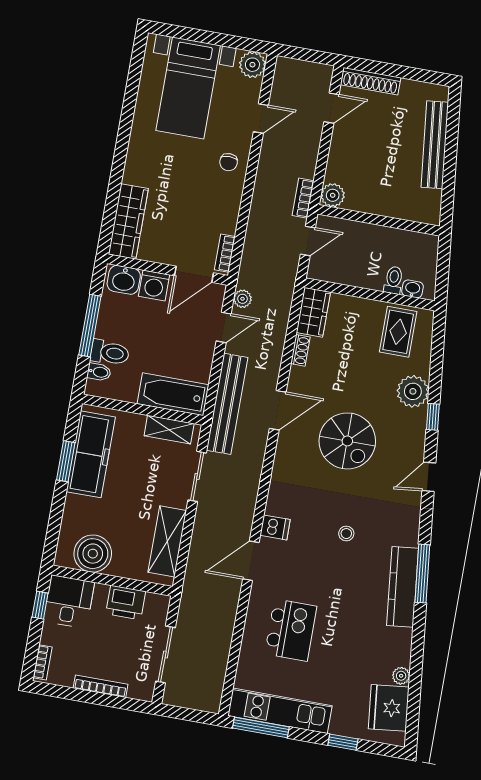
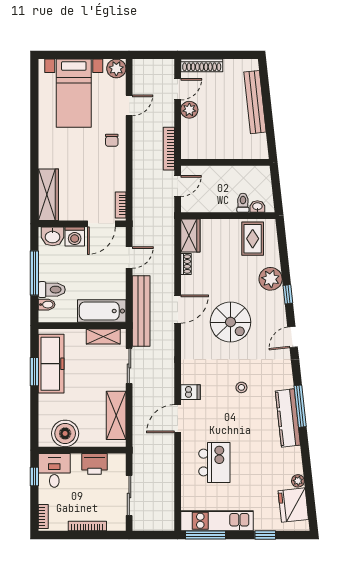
plant: (333, 195) -> (189, 110), moved
bookcase: (303, 198) -> (169, 149), width x1.56
plant: (243, 299) -> (139, 235), removed

